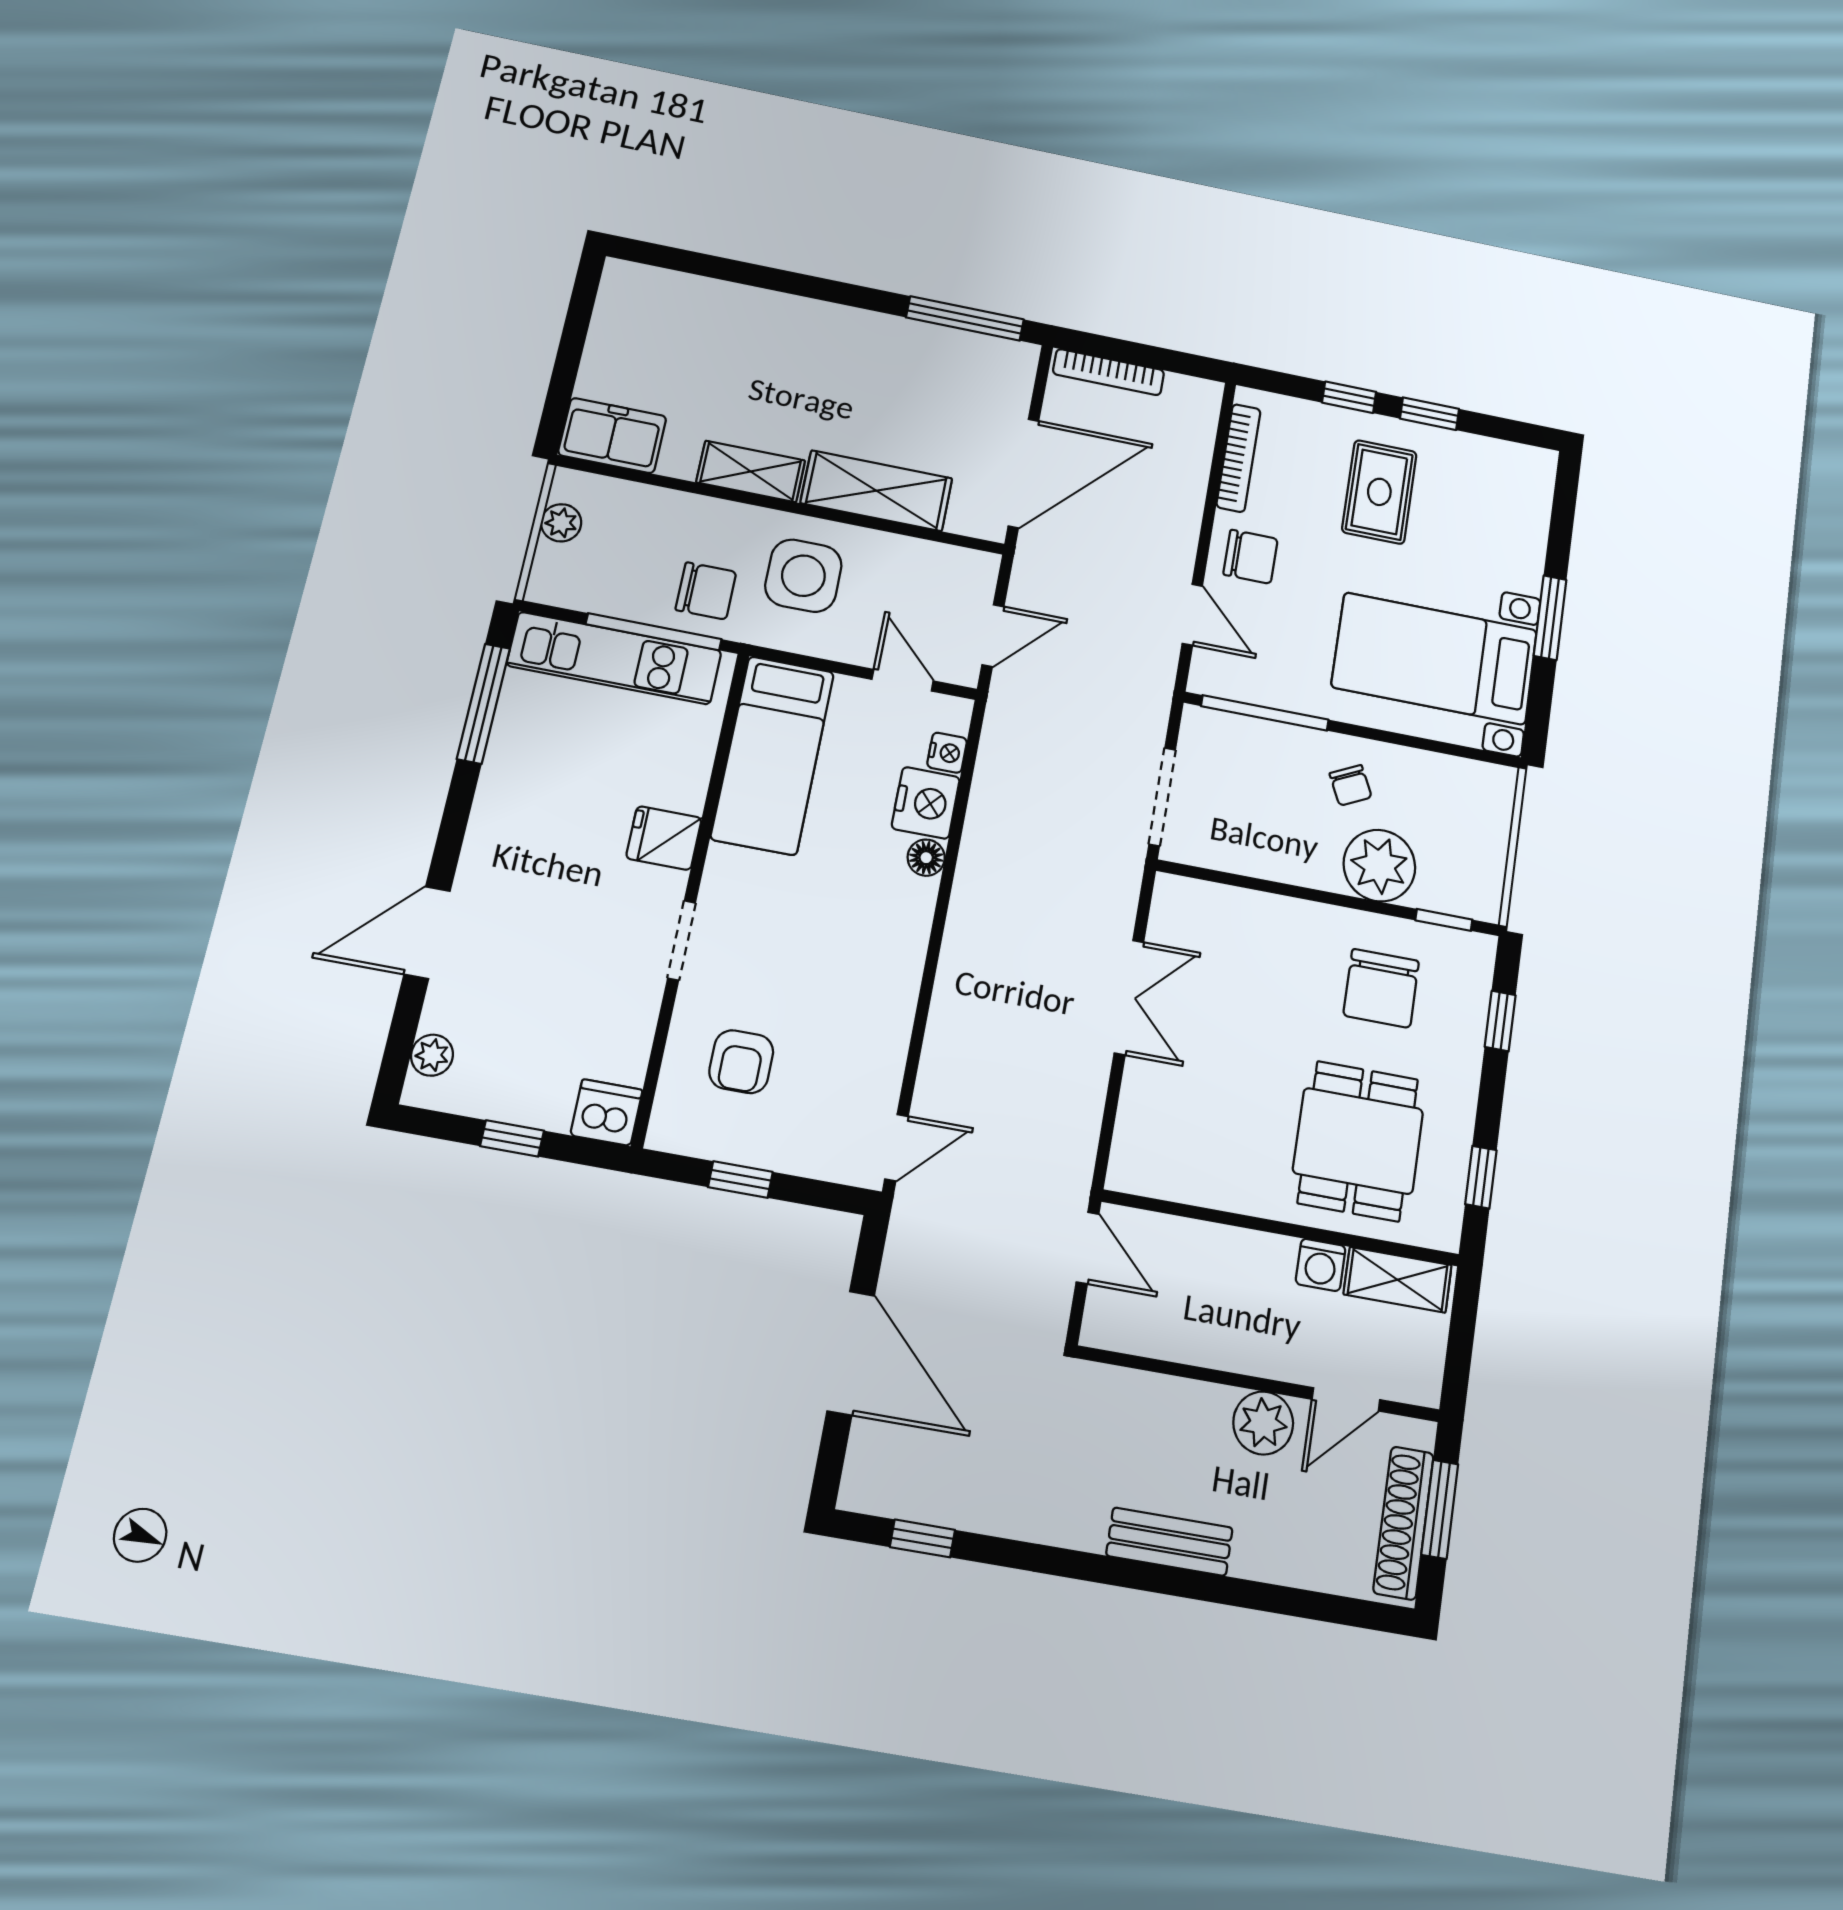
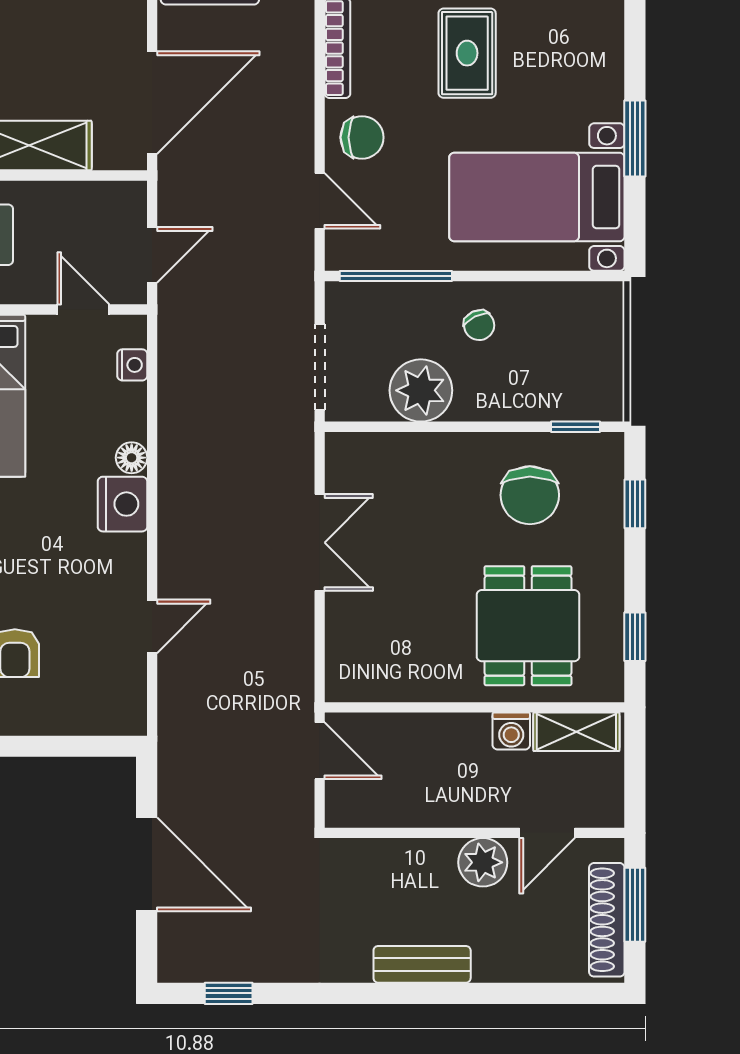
nightstand: (926, 803) -> (122, 504), moved
plant: (1379, 866) -> (421, 390), moved
door: (896, 1148) -> (152, 626), moved
window: (740, 1180) -> (33, 746), removed

